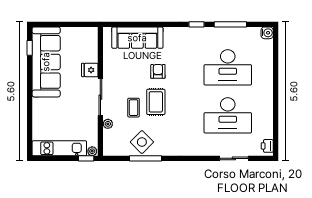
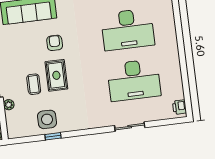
side table: (142, 142) -> (47, 119), turned 45
window: (146, 158) -> (53, 136), width x0.46
sliding door: (234, 158) -> (130, 127), moved

